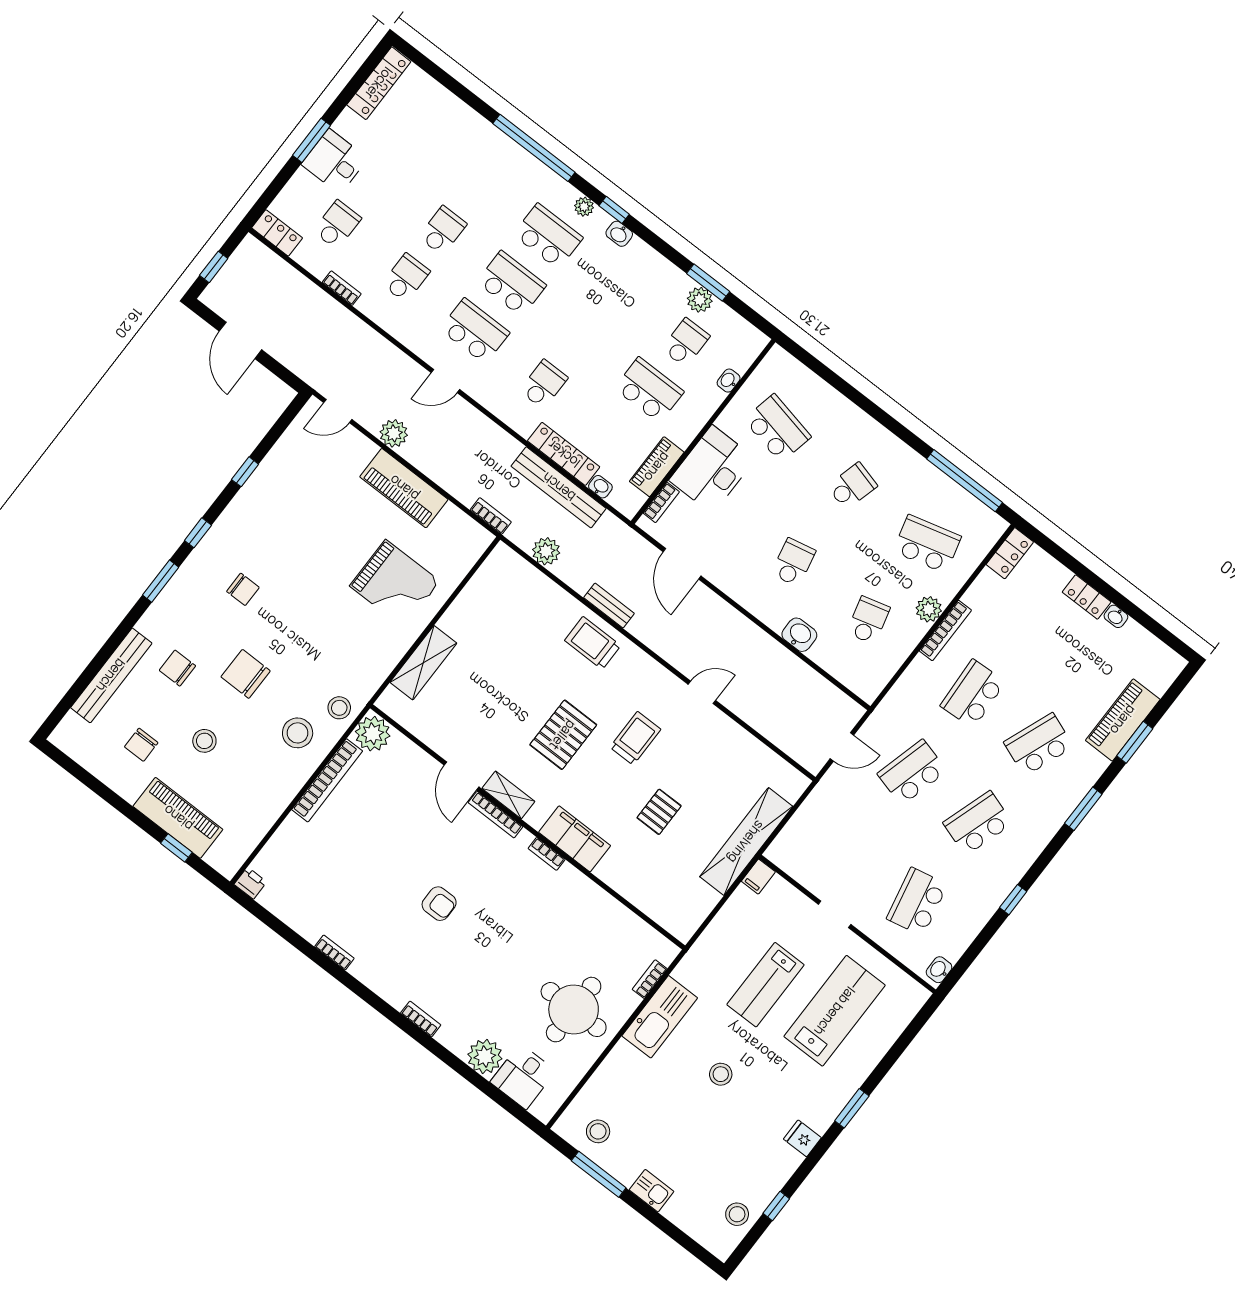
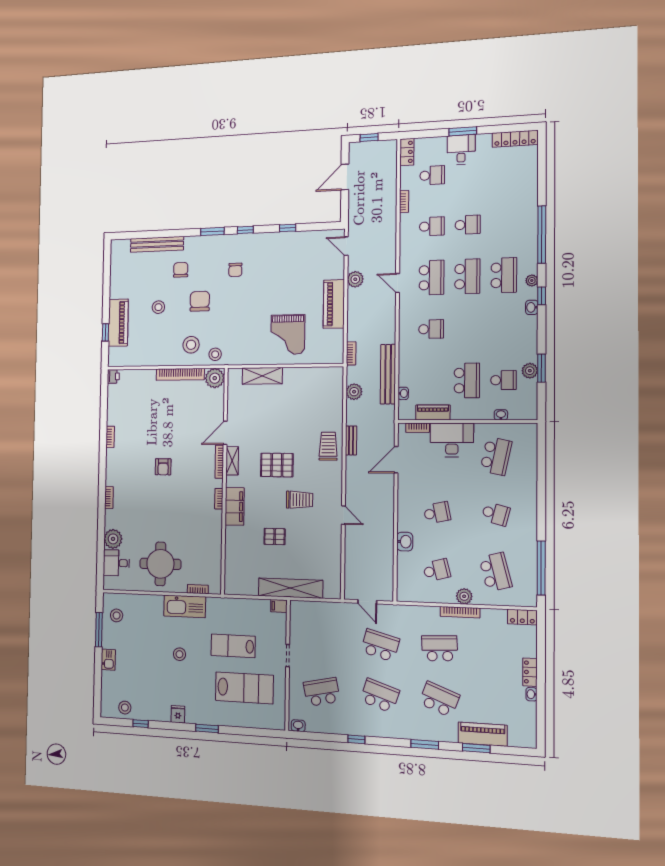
locker: (564, 454) -> (405, 364), removed
chair: (141, 745) -> (137, 281), removed

